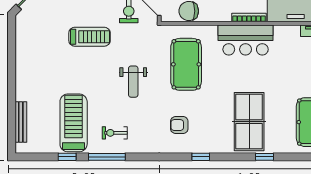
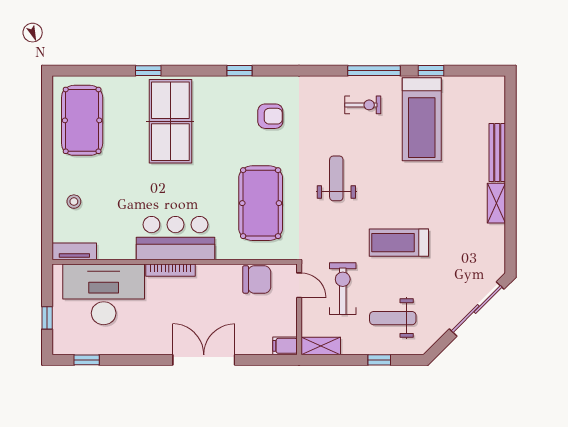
shelving: (21, 64) -> (496, 203), added
bench: (21, 122) -> (497, 152), moved

